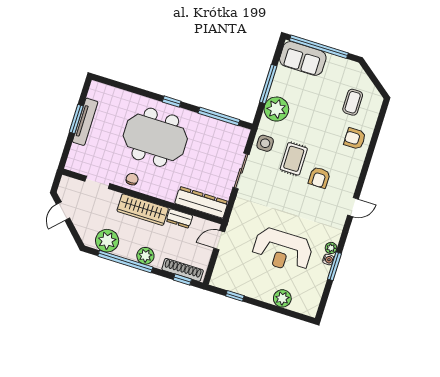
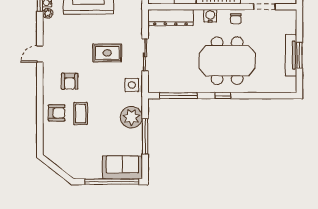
coffee table: (353, 102) -> (81, 113), moved
rug: (294, 159) -> (107, 53), moved, turned 90
armchair: (319, 177) -> (70, 81), moved, turned 180
water cooler: (158, 191) -> (210, 16), added

